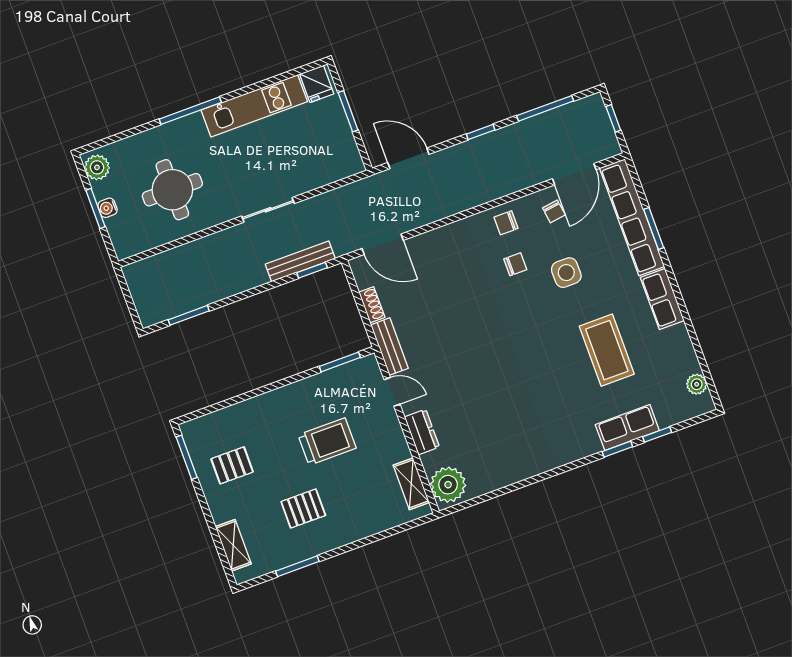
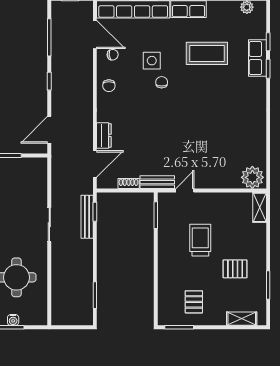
chair: (515, 264) -> (162, 82), moved
dresser: (422, 432) -> (104, 135), moved, turned 90
shelving: (411, 484) -> (260, 207), moved, turned 90
pallet: (303, 508) -> (235, 269), turned 90

